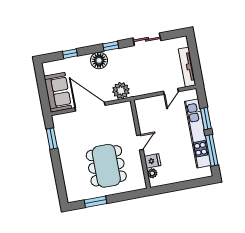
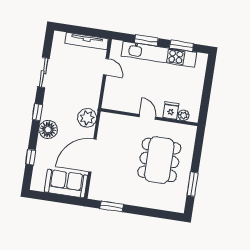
window: (212, 150) -> (181, 46), width x0.69
dining table: (106, 166) -> (159, 160), turned 90

